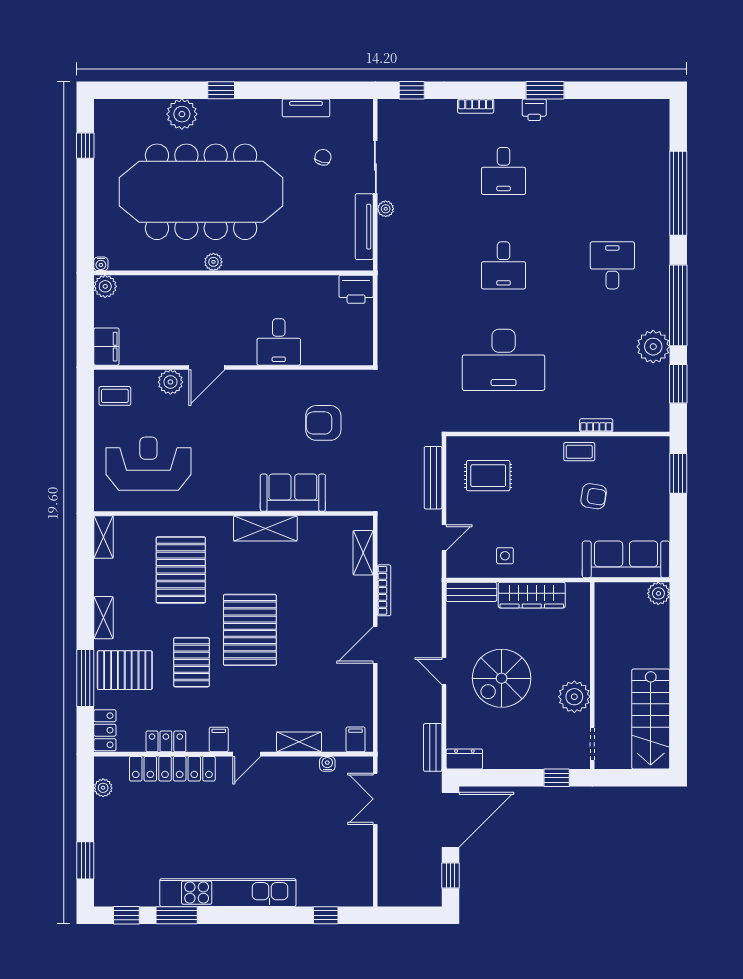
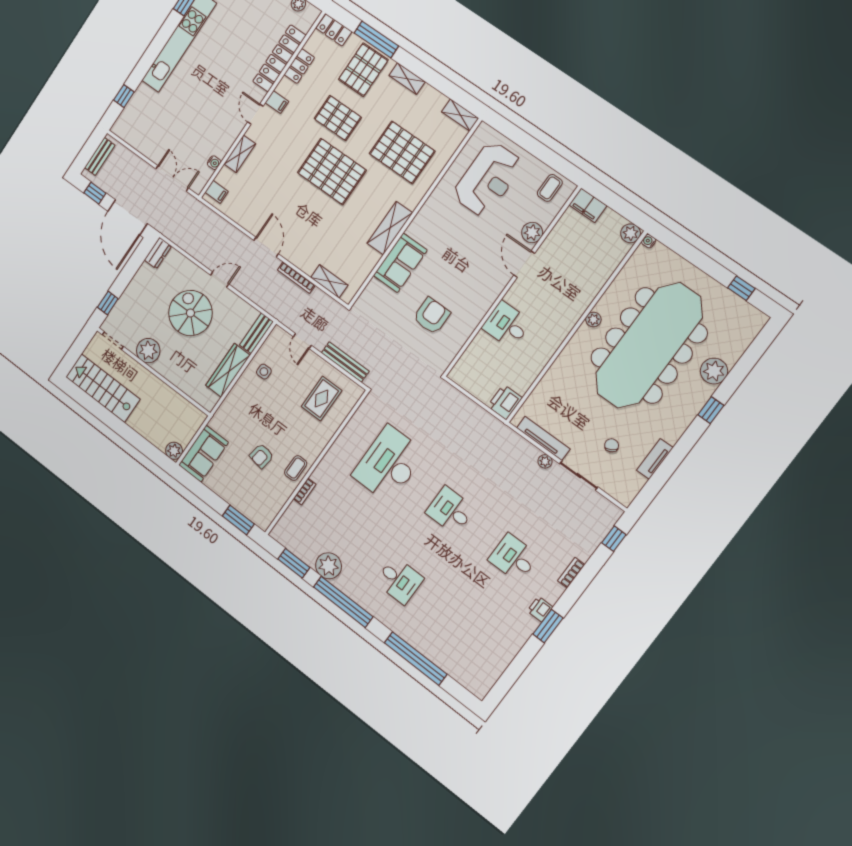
chair: (323, 157) -> (612, 445), turned -135
sofa: (626, 559) -> (204, 454), width x0.73
bench: (433, 747) -> (100, 156), moved, turned 90

